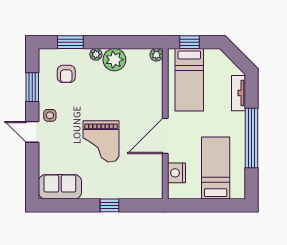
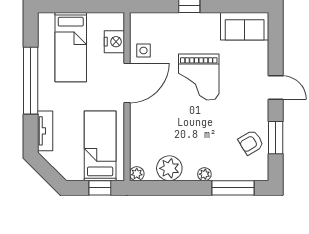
window: (70, 42) -> (233, 188), width x1.44
plant: (114, 60) -> (169, 168), moved
armchair: (66, 74) -> (251, 143), moved, turned -121
side table: (50, 115) -> (143, 50), moved
grand piano: (101, 141) -> (199, 77), turned 180

